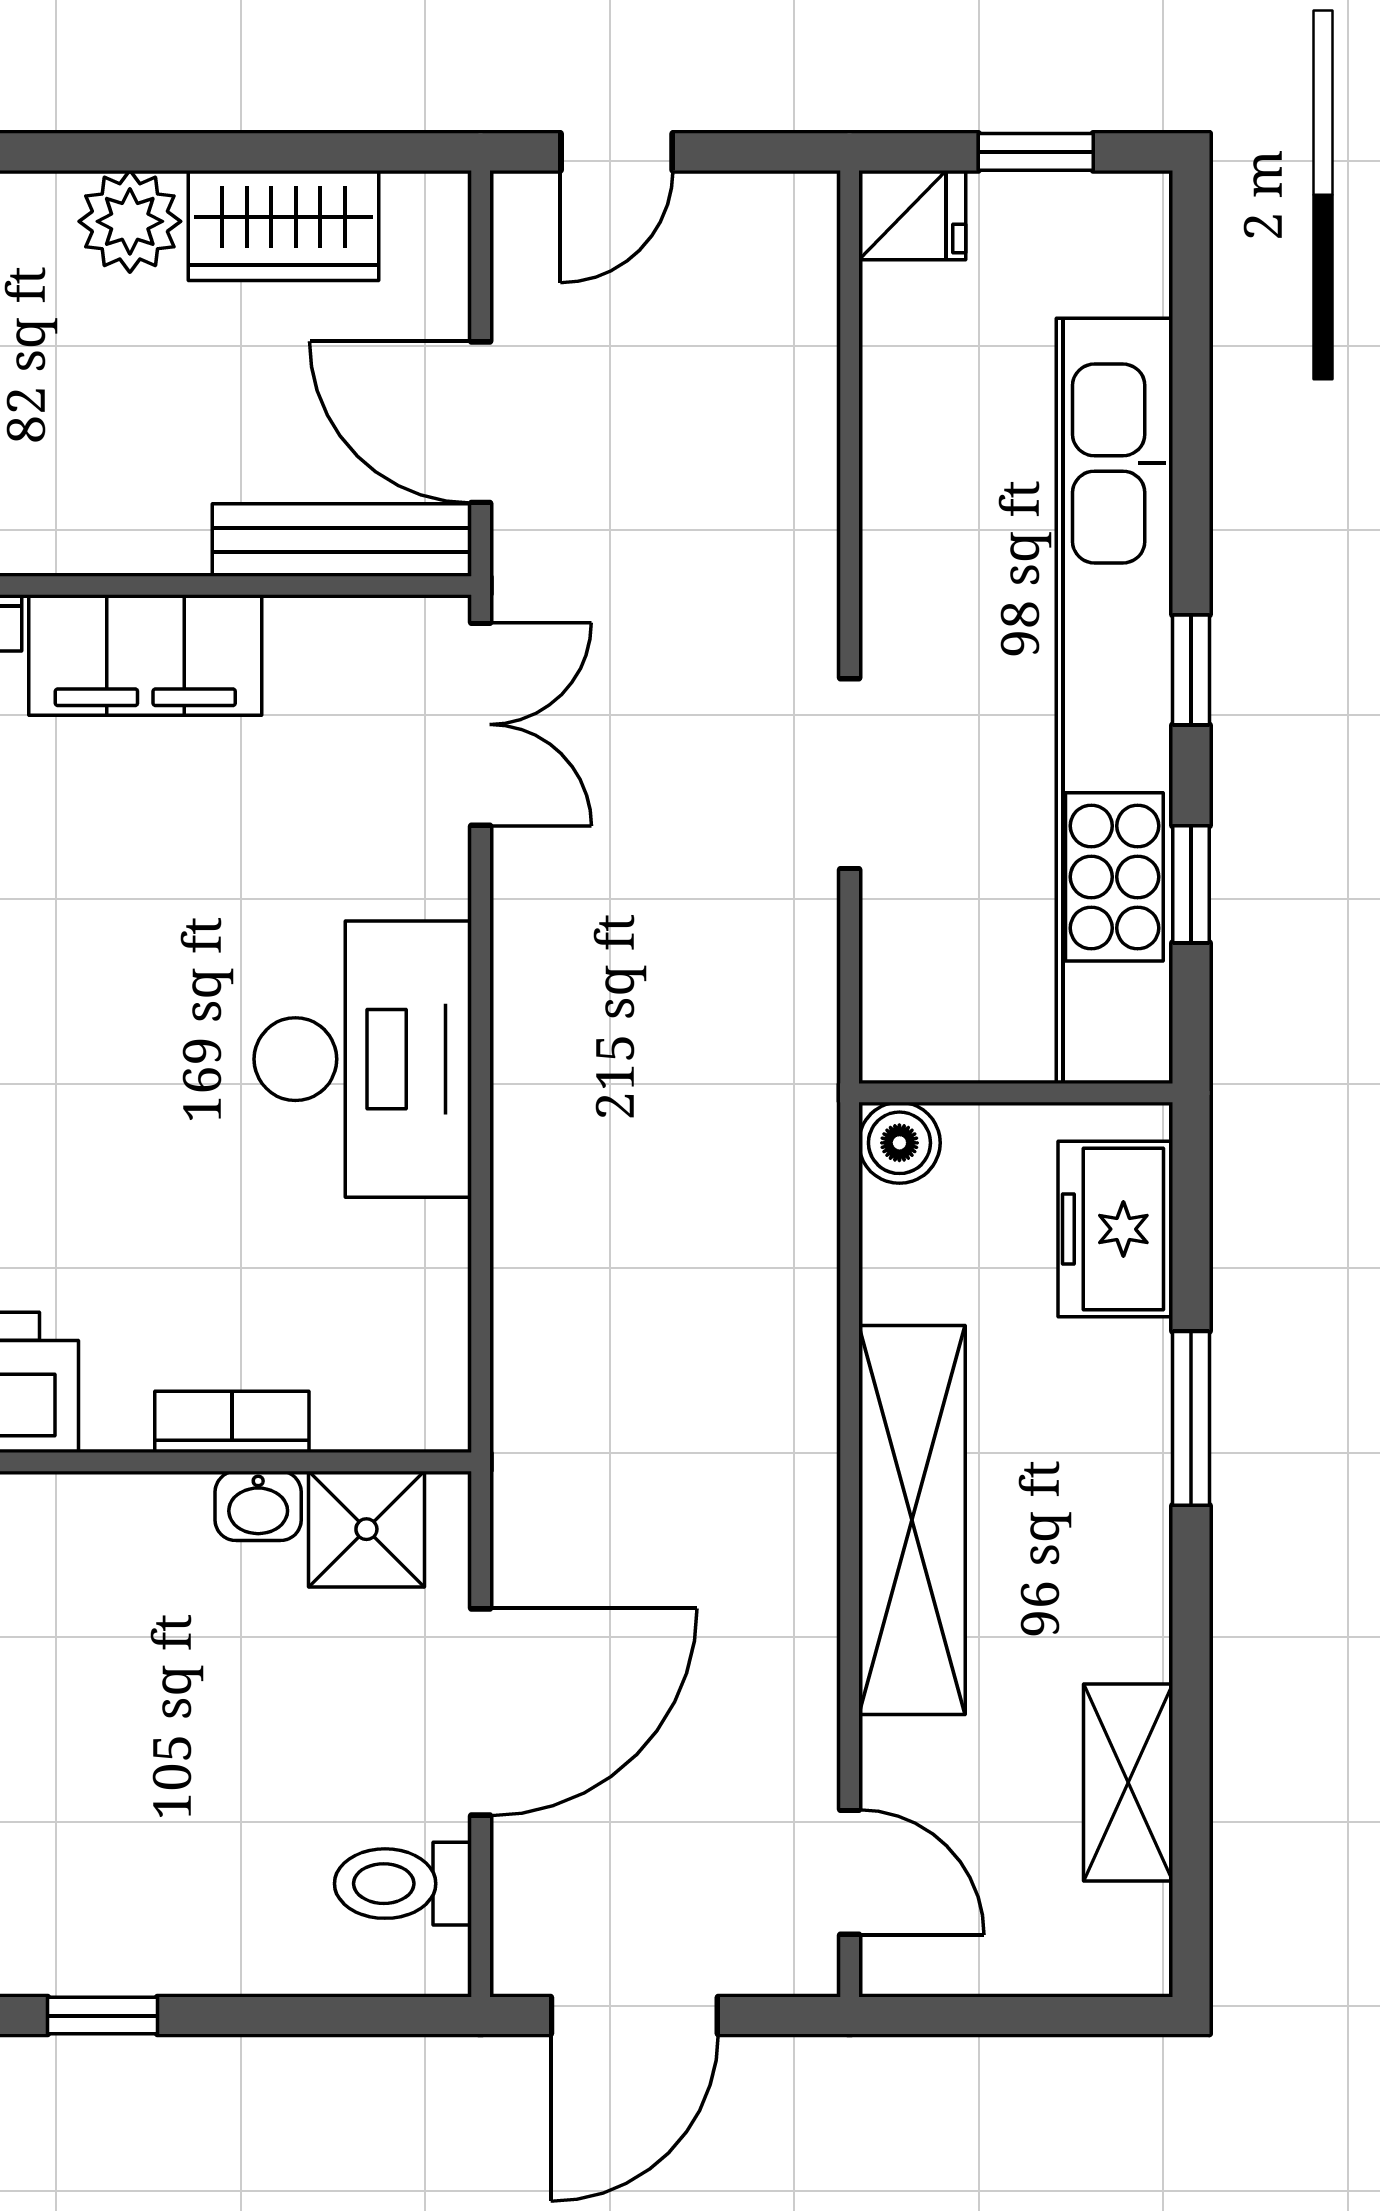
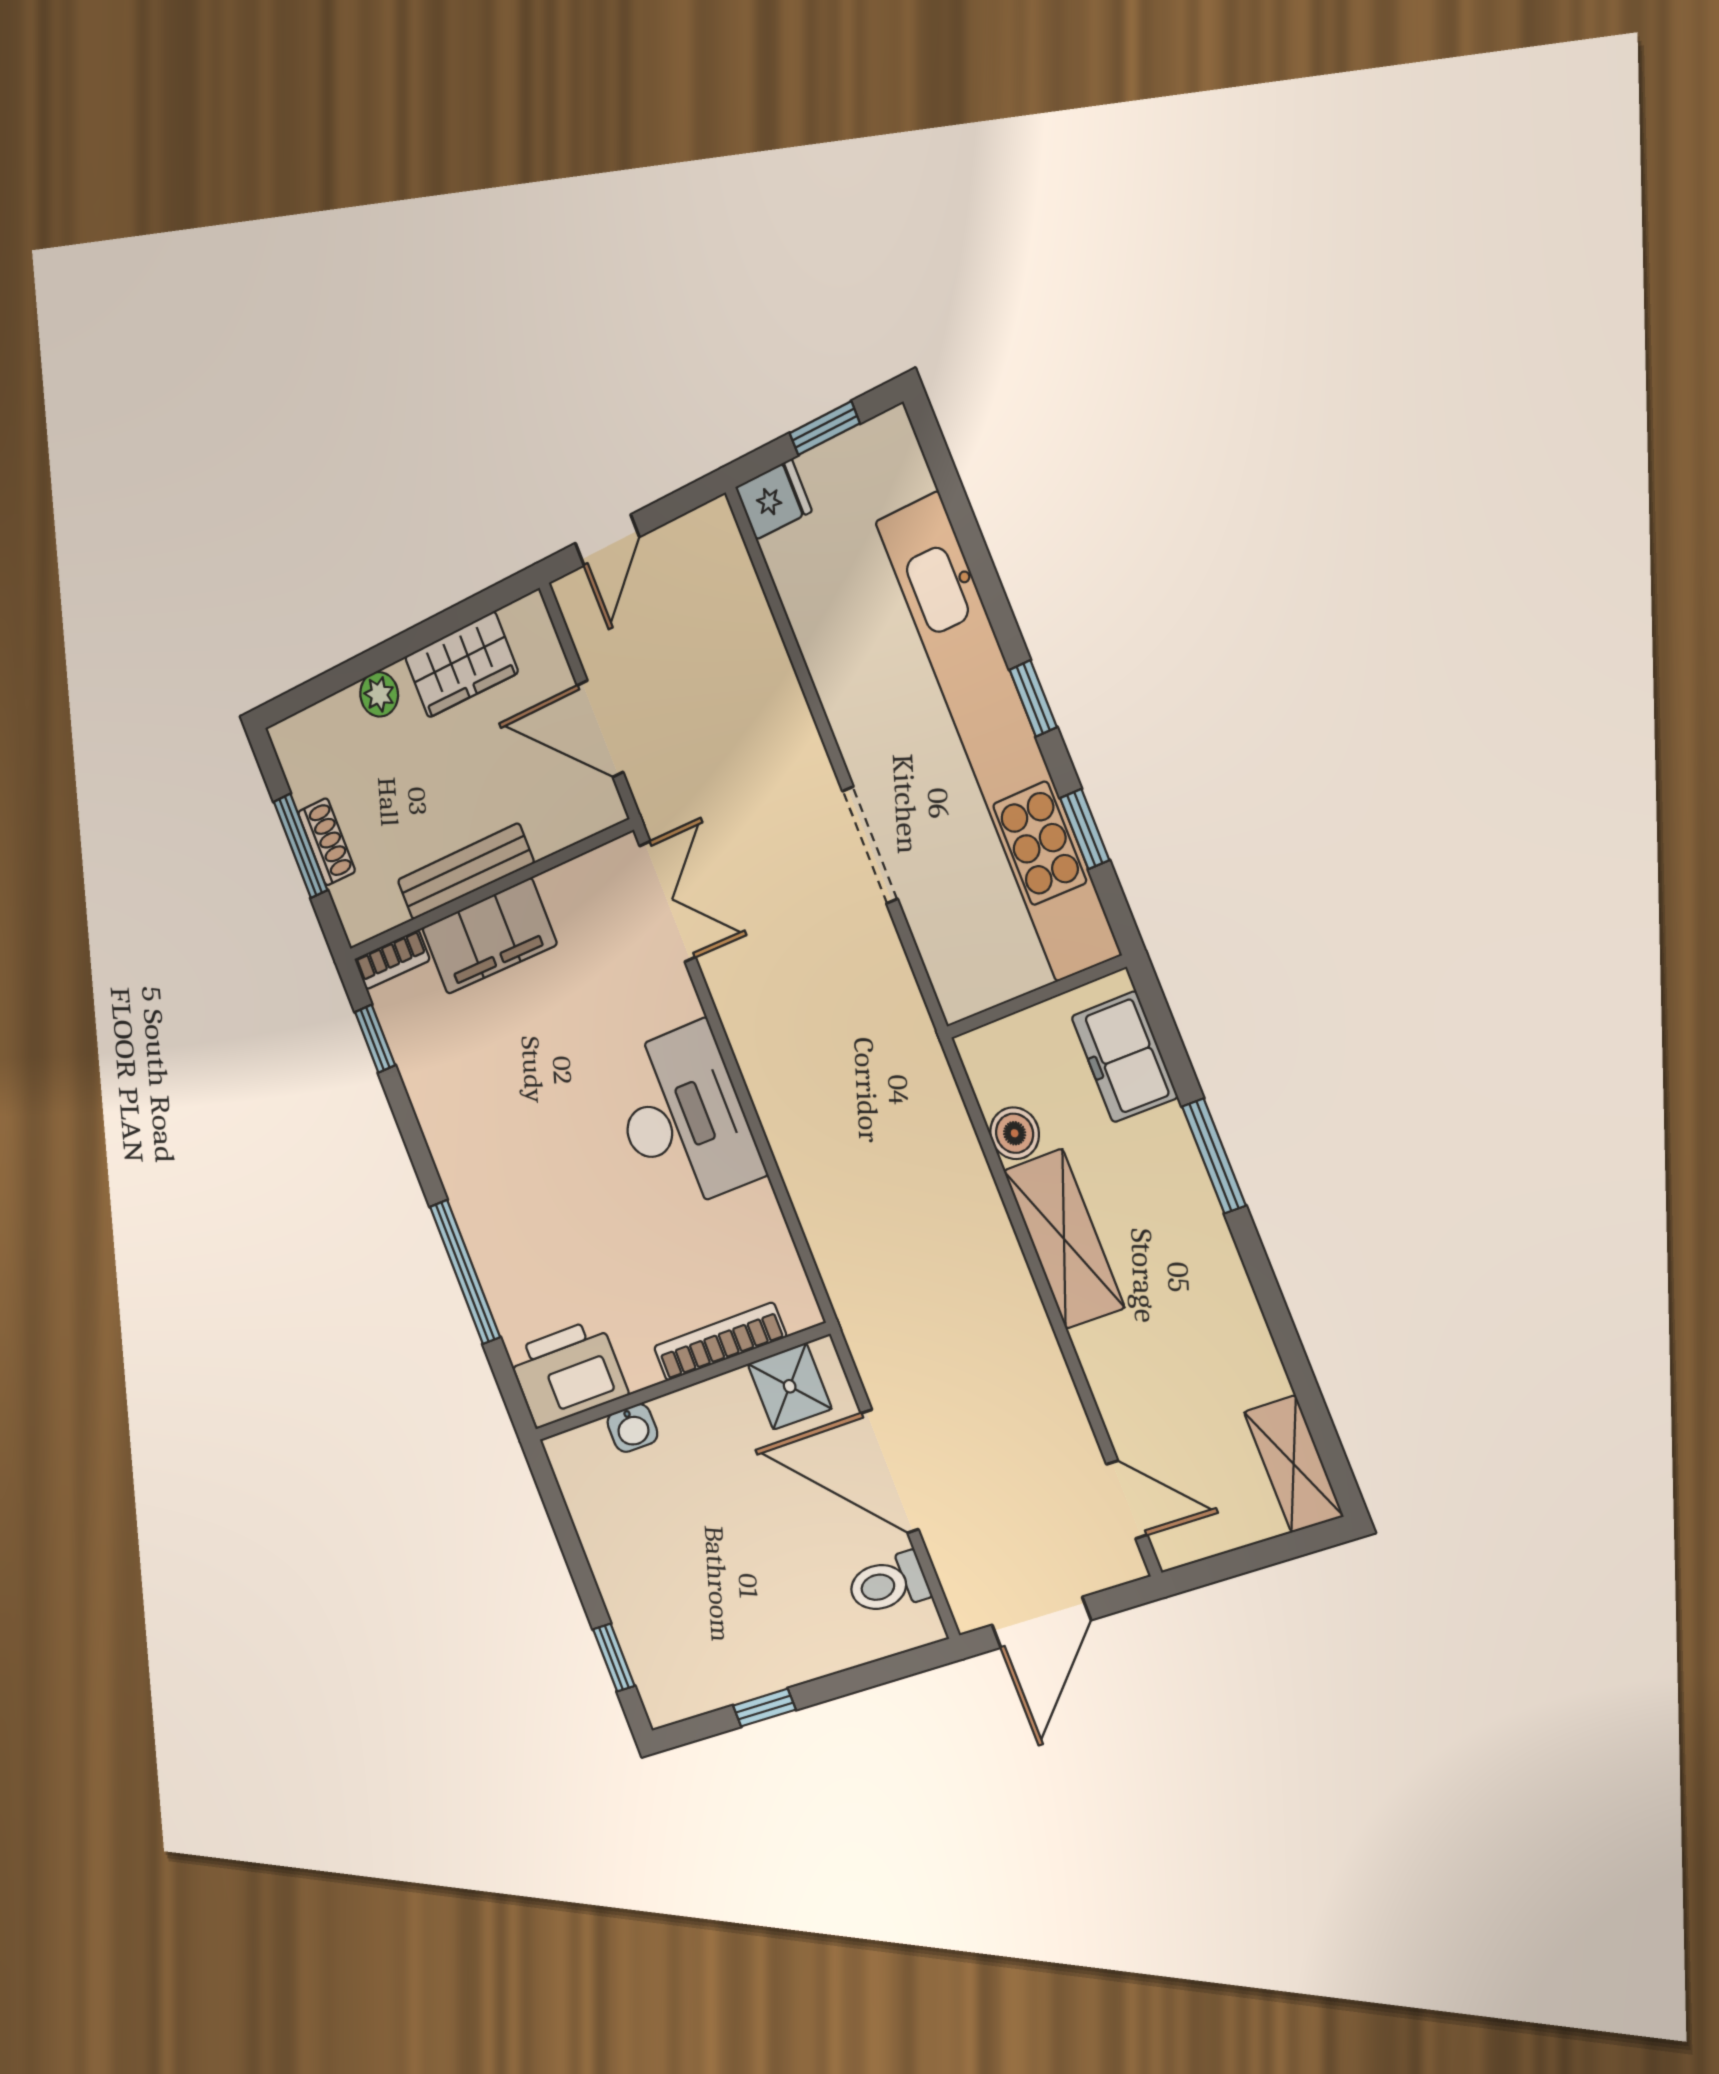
plant: (130, 221) -> (379, 694), width x0.73, depth x0.73
bench: (342, 540) -> (465, 872), moved
boiler: (899, 1143) -> (1015, 1133), moved
bookcase: (232, 1422) -> (720, 1342), width x1.56
washbasin: (258, 1506) -> (632, 1428), moved
shelving: (912, 1520) -> (1064, 1239), width x0.68
door: (481, 1712) -> (890, 1471), swing flipped
shelving: (1128, 1783) -> (1294, 1464), moved

